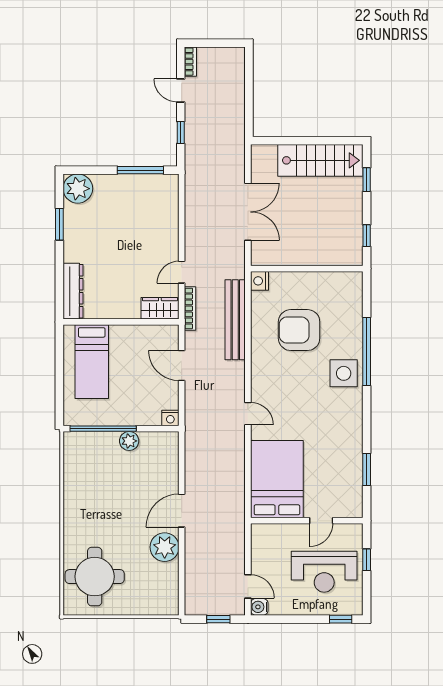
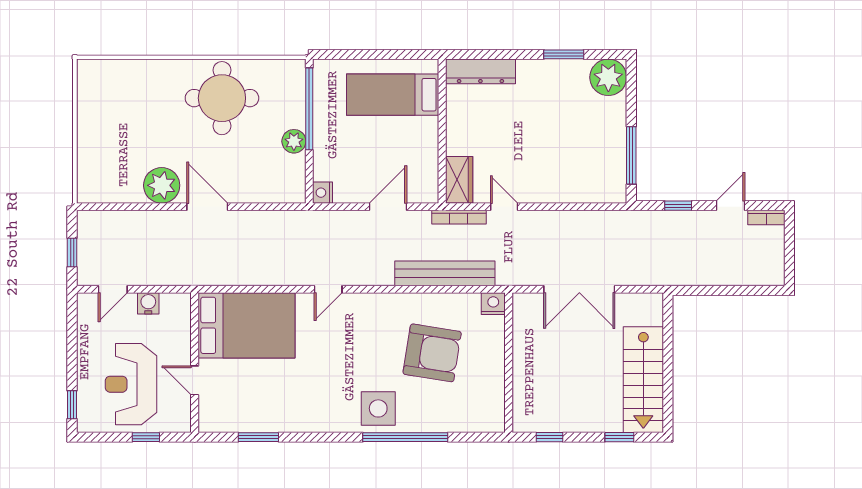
armchair: (299, 330) -> (432, 353), turned 99
round table: (95, 577) -> (222, 98), moved
water cooler: (259, 607) -> (148, 303), moved

